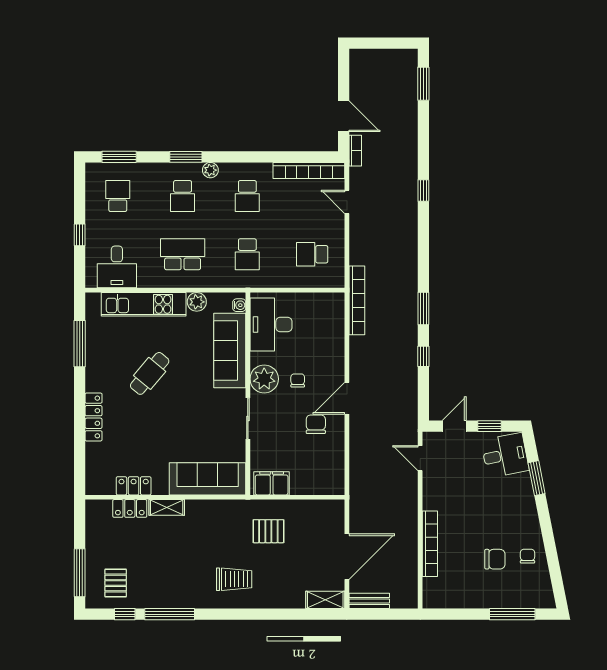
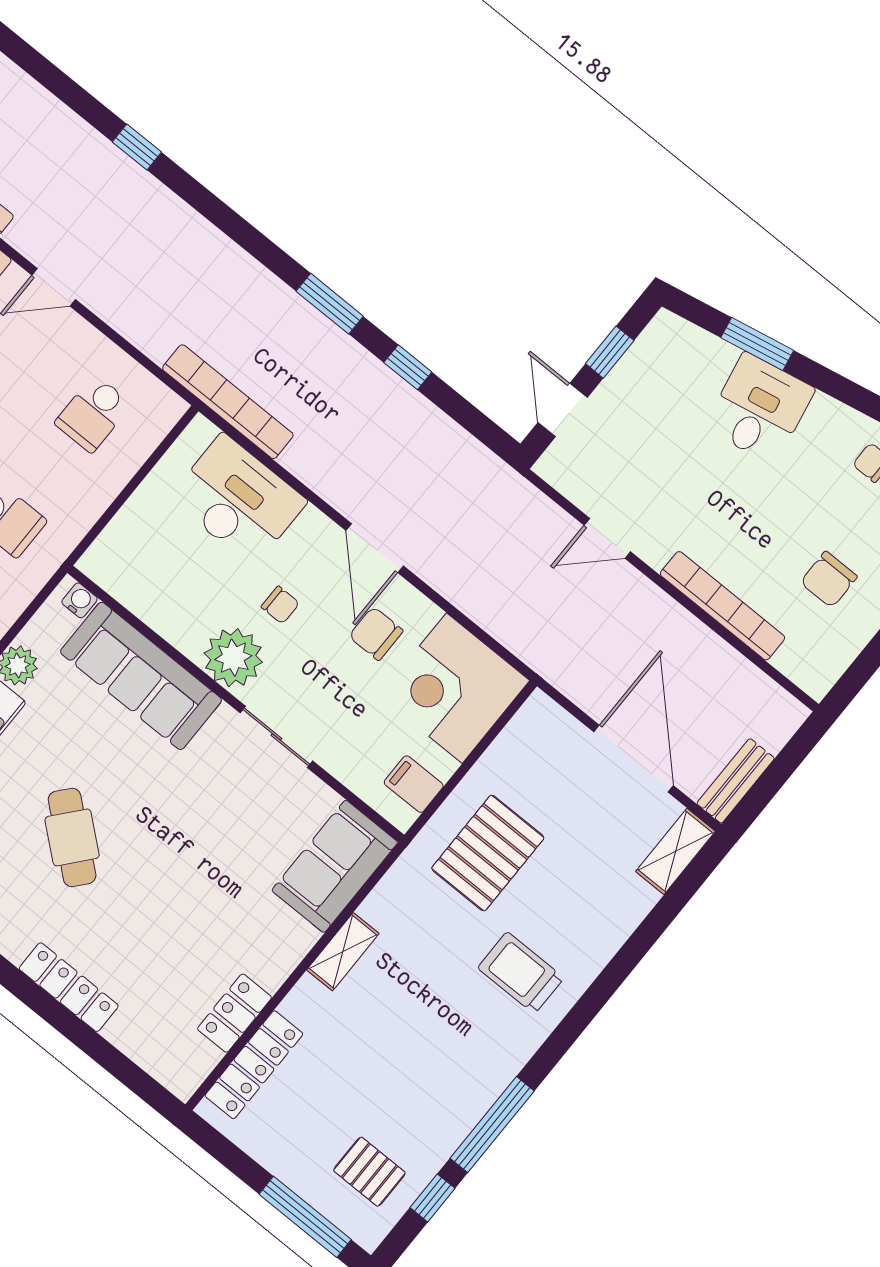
desk: (271, 325) -> (238, 500), moved, turned 180
chair: (298, 380) -> (280, 605), turned 180
desk: (505, 455) -> (759, 408), moved
door: (420, 458) -> (607, 538), moved
corner desk: (319, 470) -> (454, 688), added
sofa: (208, 479) -> (335, 866), width x0.73
filing cabinet: (272, 483) -> (414, 784), width x0.50
shelving: (167, 507) -> (343, 952), moved
locker: (130, 508) -> (254, 1065), width x1.53
pallet: (268, 531) -> (488, 853), width x1.50, depth x1.42
chair: (495, 559) -> (829, 579), moved, turned 180
trolley: (234, 579) -> (521, 973), turned -90

